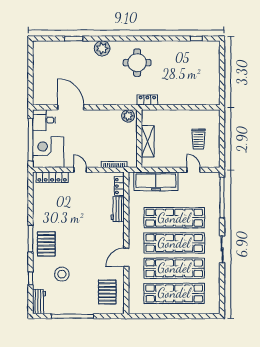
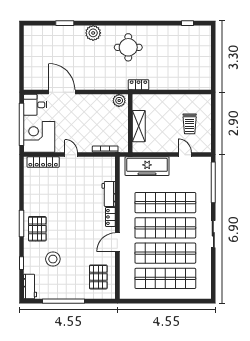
locker: (119, 186) -> (110, 217), moved

